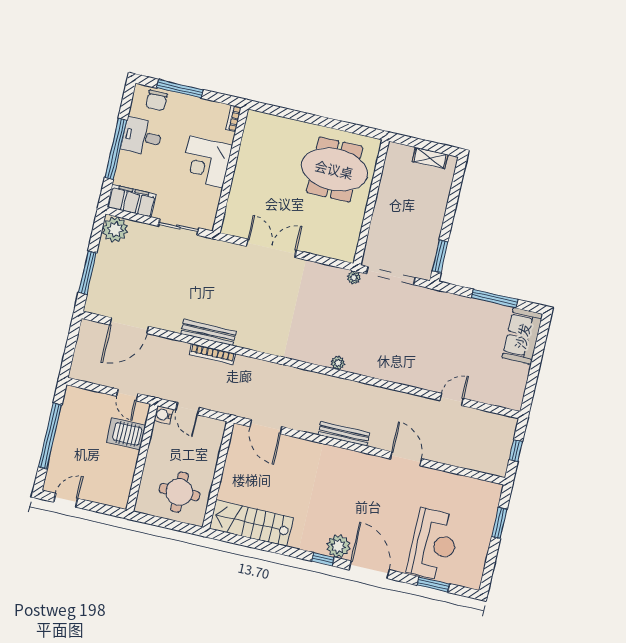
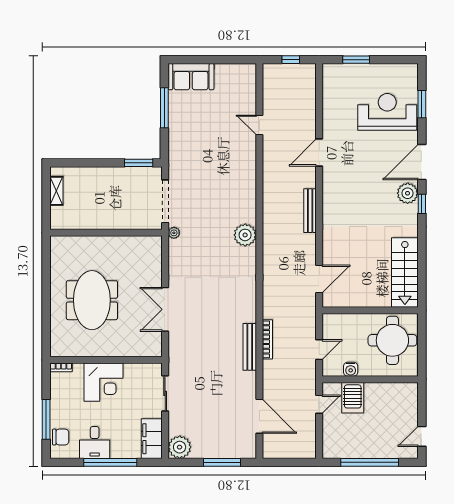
meeting table: (334, 169) -> (92, 300), moved
plant: (338, 363) -> (245, 235), width x1.88, depth x1.88
water cooler: (163, 415) -> (351, 369), moved
round table: (179, 492) -> (392, 340), width x1.36, depth x1.36
door: (66, 500) -> (422, 436), hinge flipped

